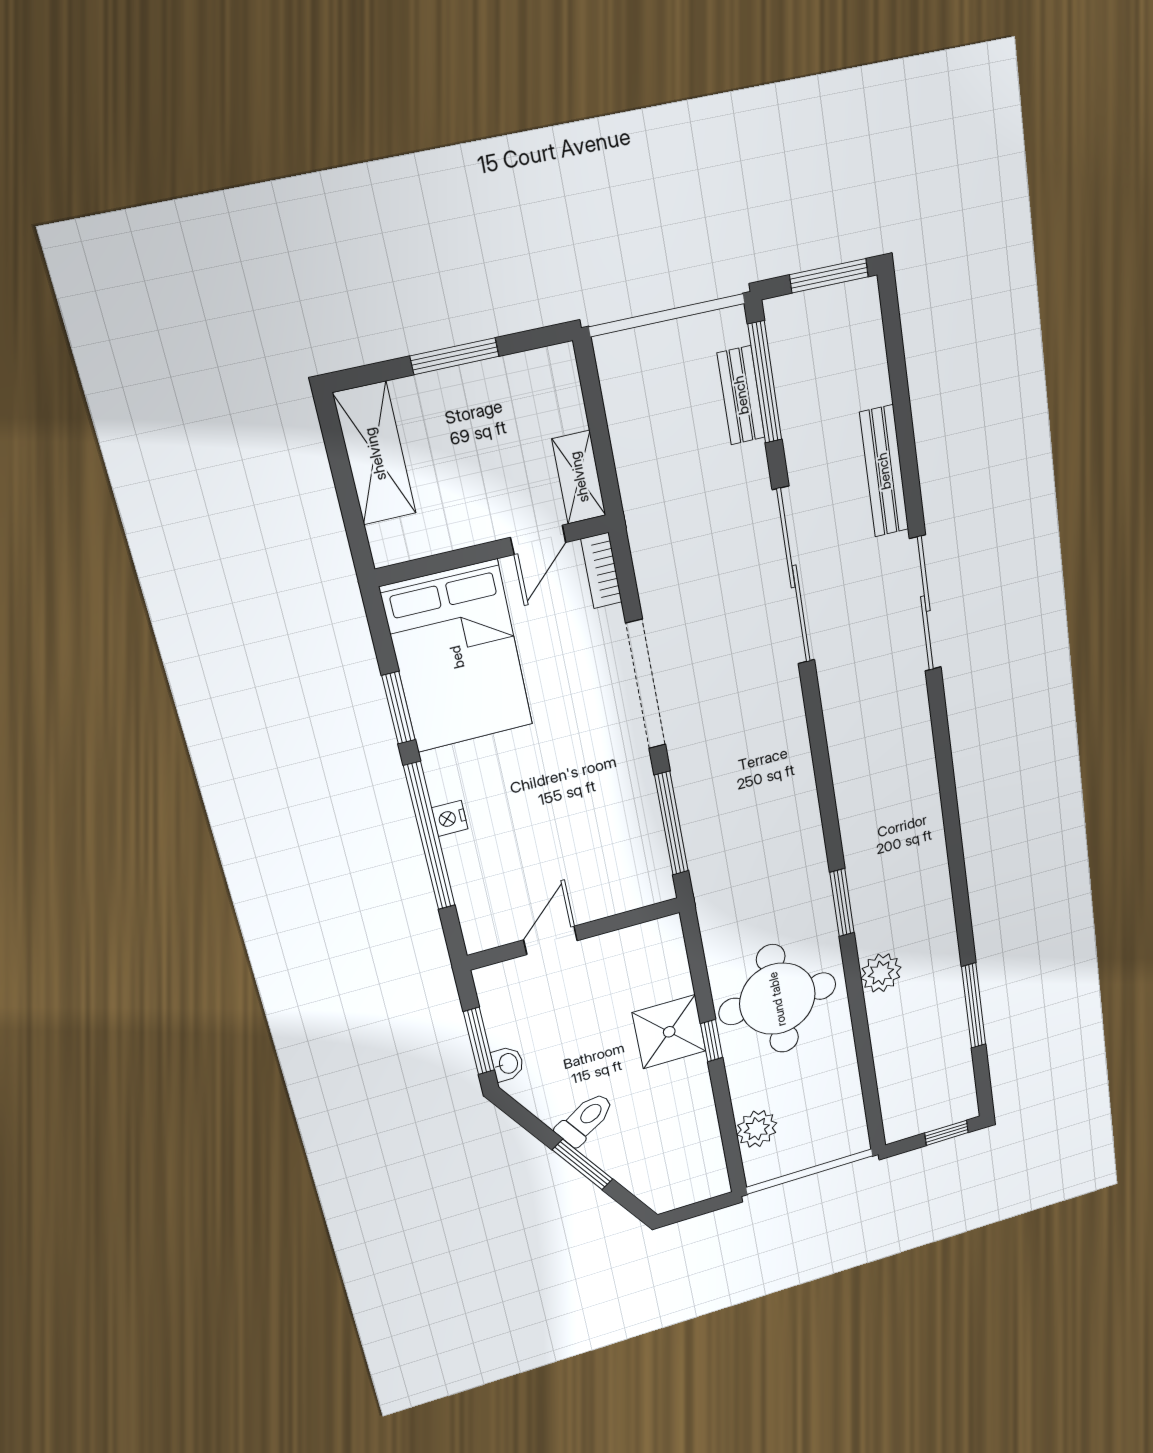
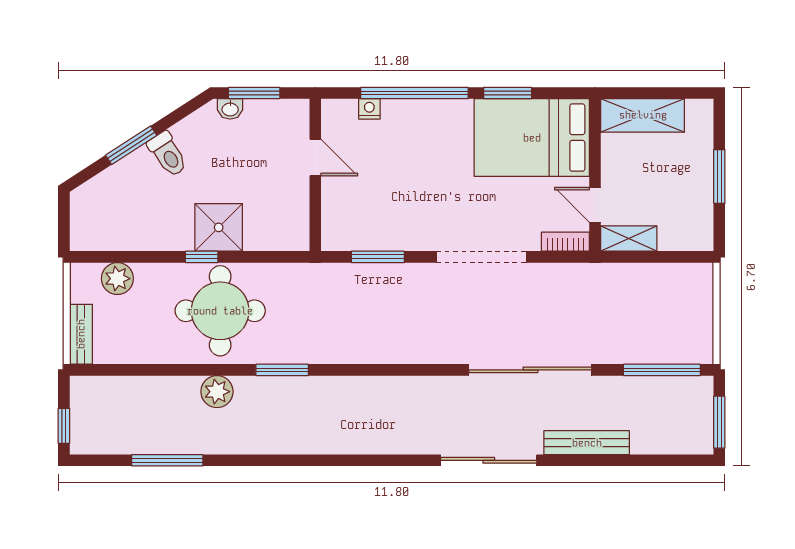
bench: (741, 395) -> (81, 334), moved, turned 90
shelving: (375, 454) -> (643, 115), moved
nightstand: (450, 818) -> (369, 109), moved
window: (671, 823) -> (378, 257), width x0.69

